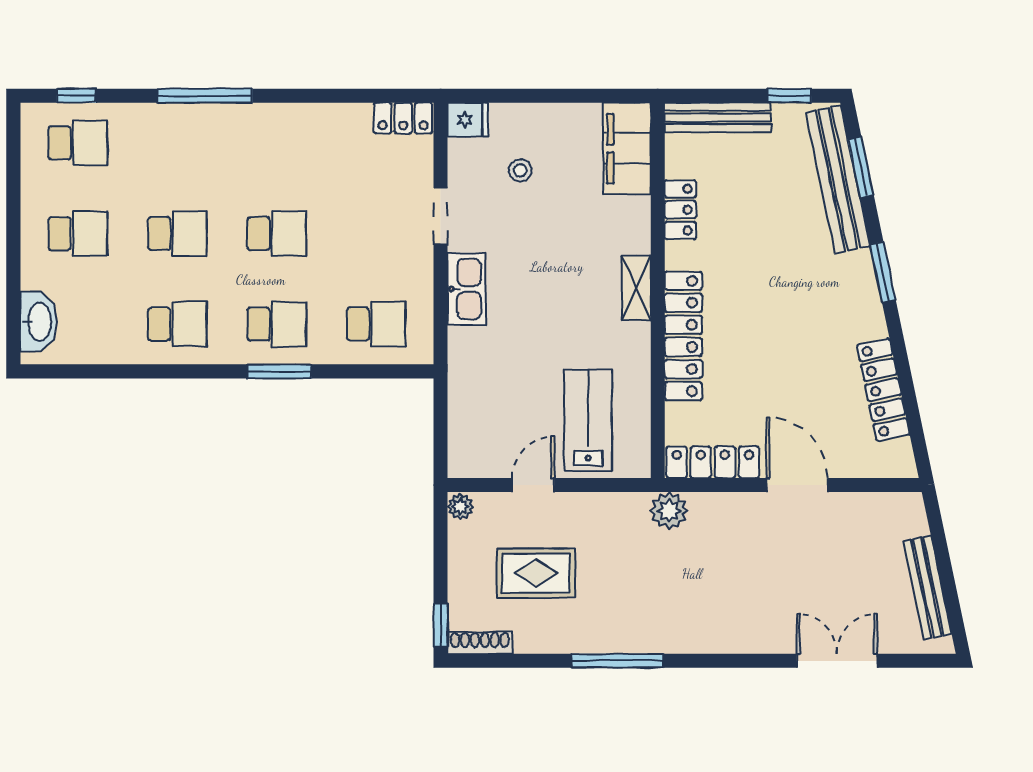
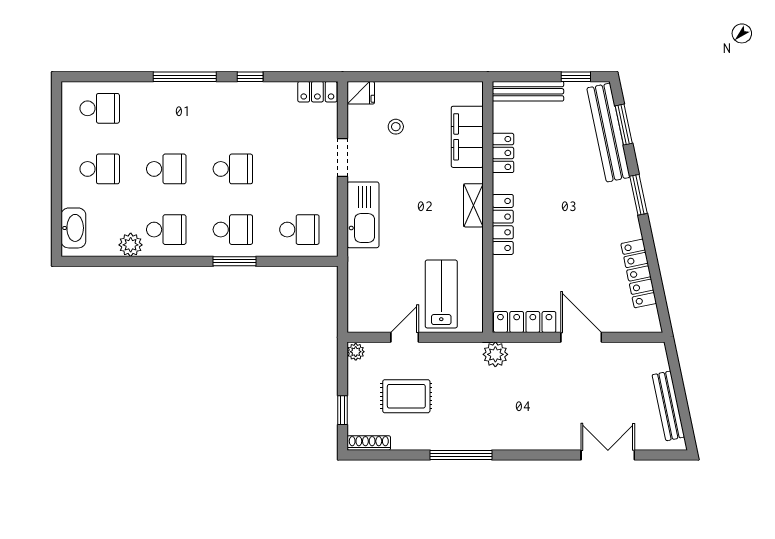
window: (76, 96) -> (250, 77), moved
filing cabinet: (627, 149) -> (467, 137), moved
kitchen sink: (467, 289) -> (363, 215), width x1.36, depth x1.24
locker: (683, 336) -> (503, 224), width x0.71, depth x0.83
plant: (124, 347) -> (131, 245), added
window: (441, 625) -> (343, 410), moved

